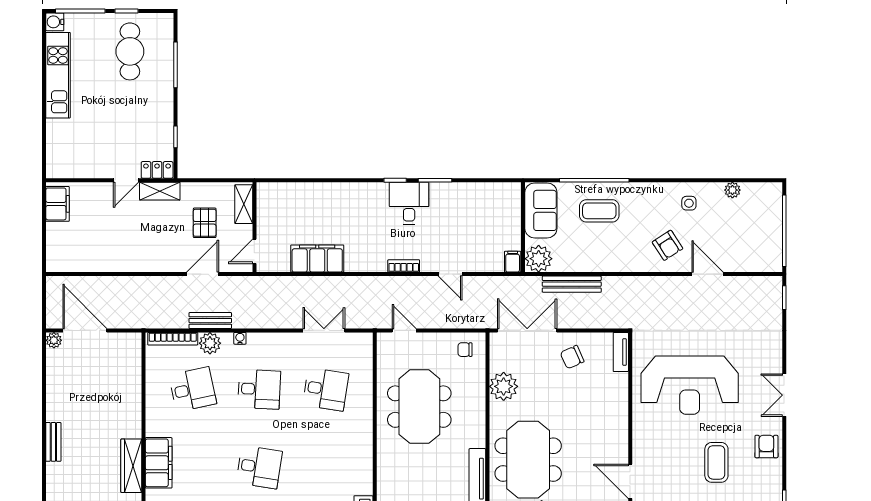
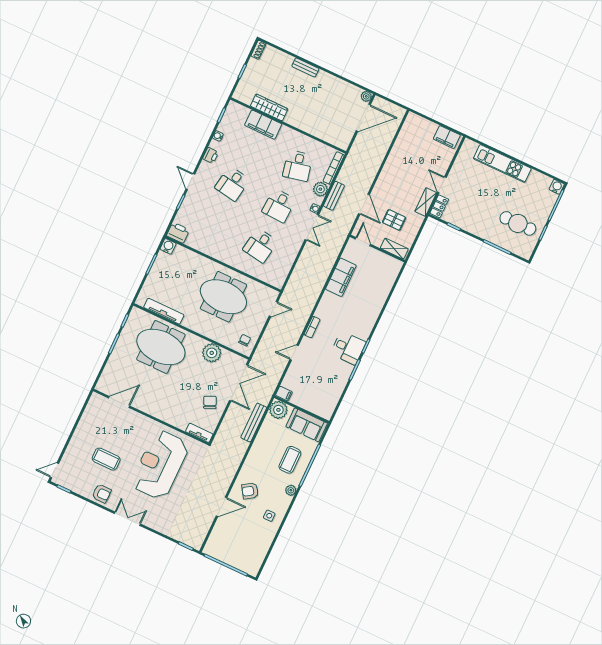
kitchen unit: (58, 75) -> (502, 163), moved
plant: (732, 190) -> (291, 490), moved
double door: (324, 330) -> (312, 227), moved

